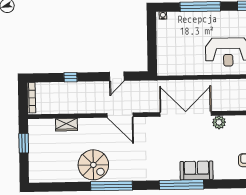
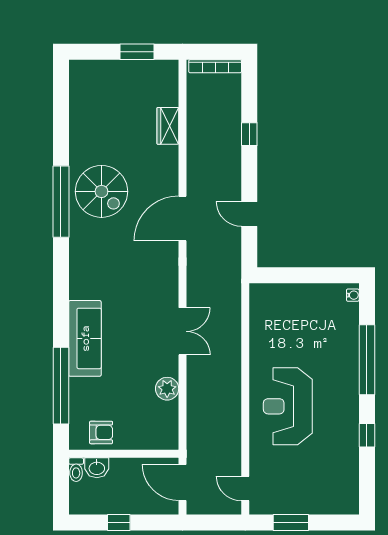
double door: (186, 114) -> (183, 331), width x0.54
spiral stairs: (93, 165) -> (101, 191), moved, turned -90
sofa: (197, 170) -> (85, 338), width x1.36
window: (181, 185) -> (61, 386), moved

